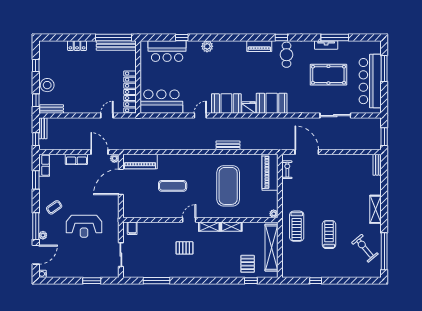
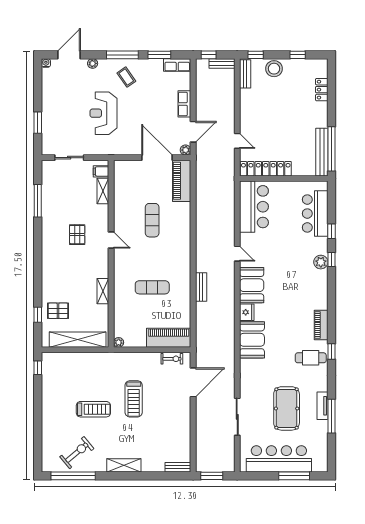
window: (205, 38) -> (331, 259), added
locker: (77, 46) -> (322, 90), moved
exercise mat: (228, 186) -> (152, 287), width x0.50, depth x0.69
window: (36, 226) -> (122, 55), moved
treadmill: (297, 226) -> (134, 399), moved, turned -90
shelving: (209, 227) -> (103, 191), moved
door: (36, 255) -> (69, 55), swing flipped
window: (316, 281) -> (38, 368), moved

